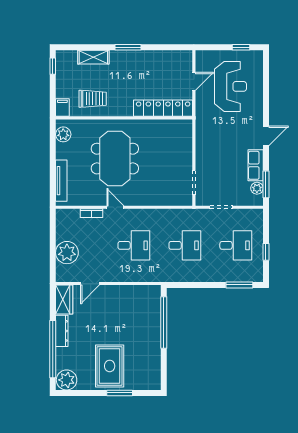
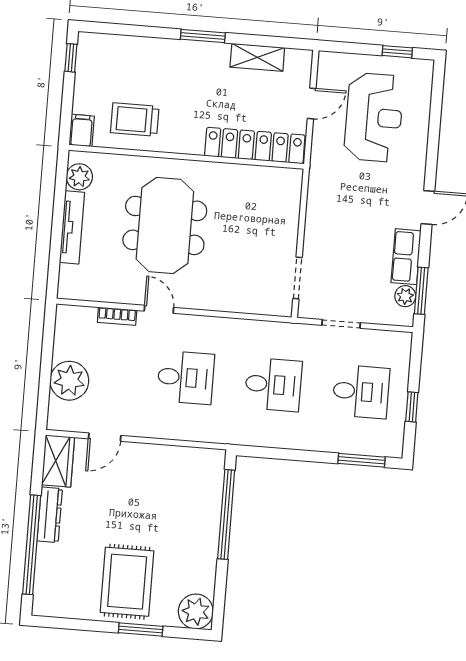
shelving: (93, 57) -> (257, 57), moved
trolley: (93, 99) -> (135, 120), turned 180
tv unit: (61, 181) -> (72, 227), moved
plant: (67, 380) -> (196, 611), moved

